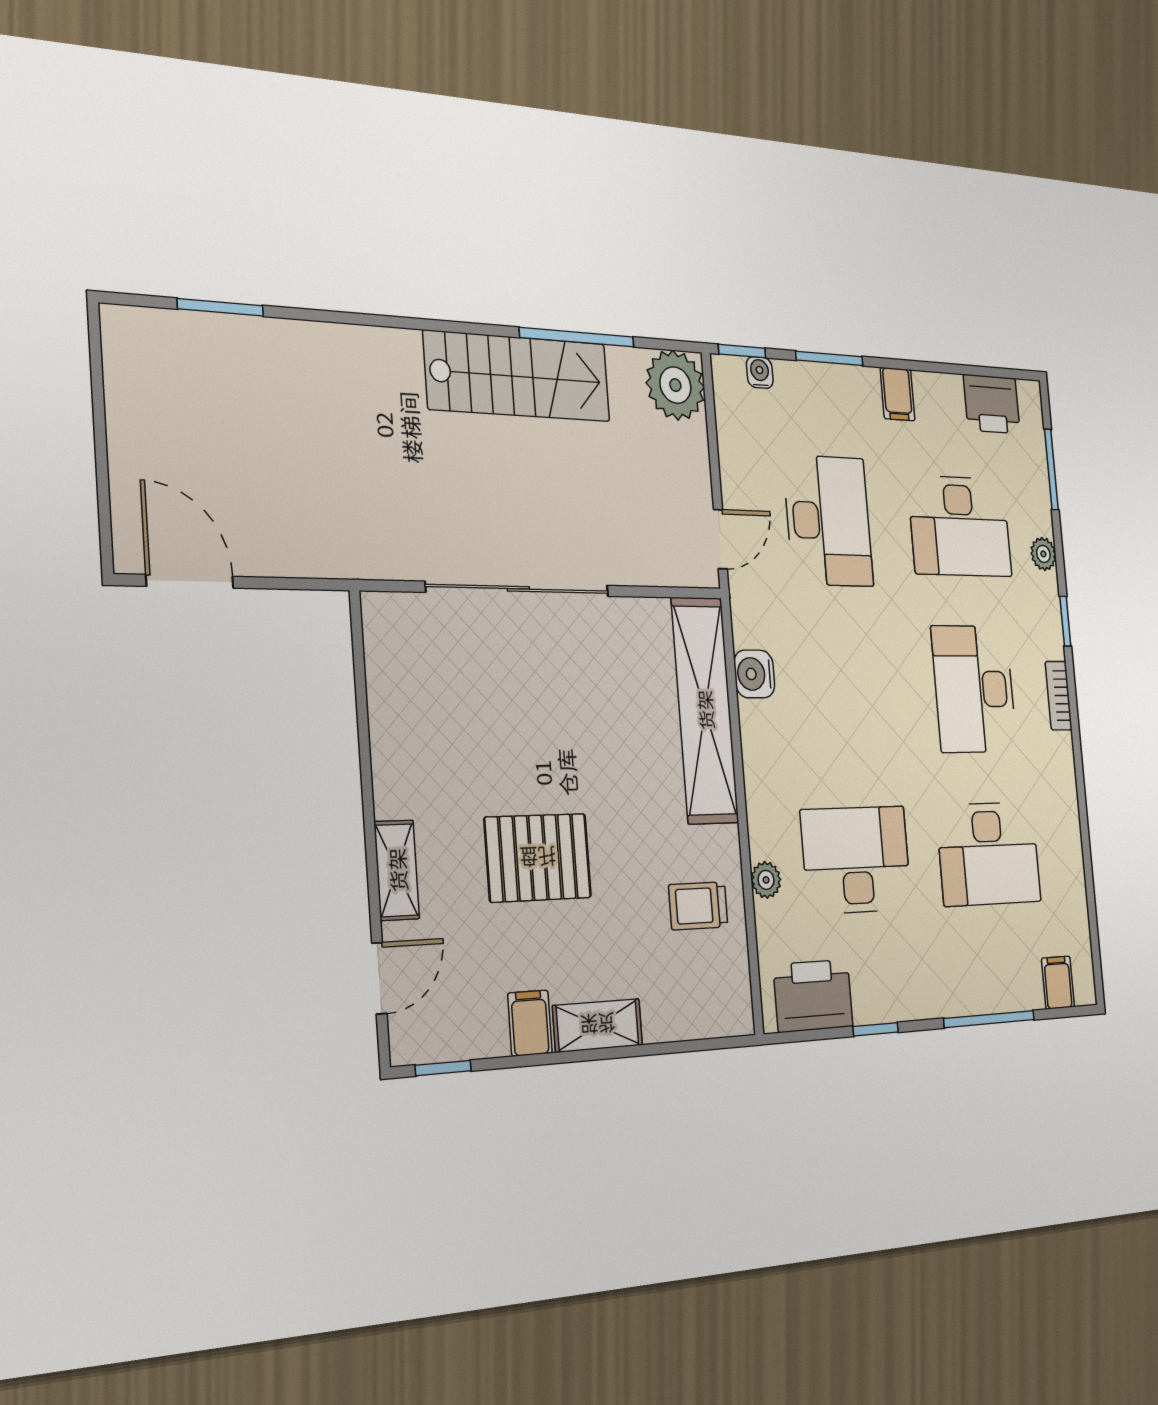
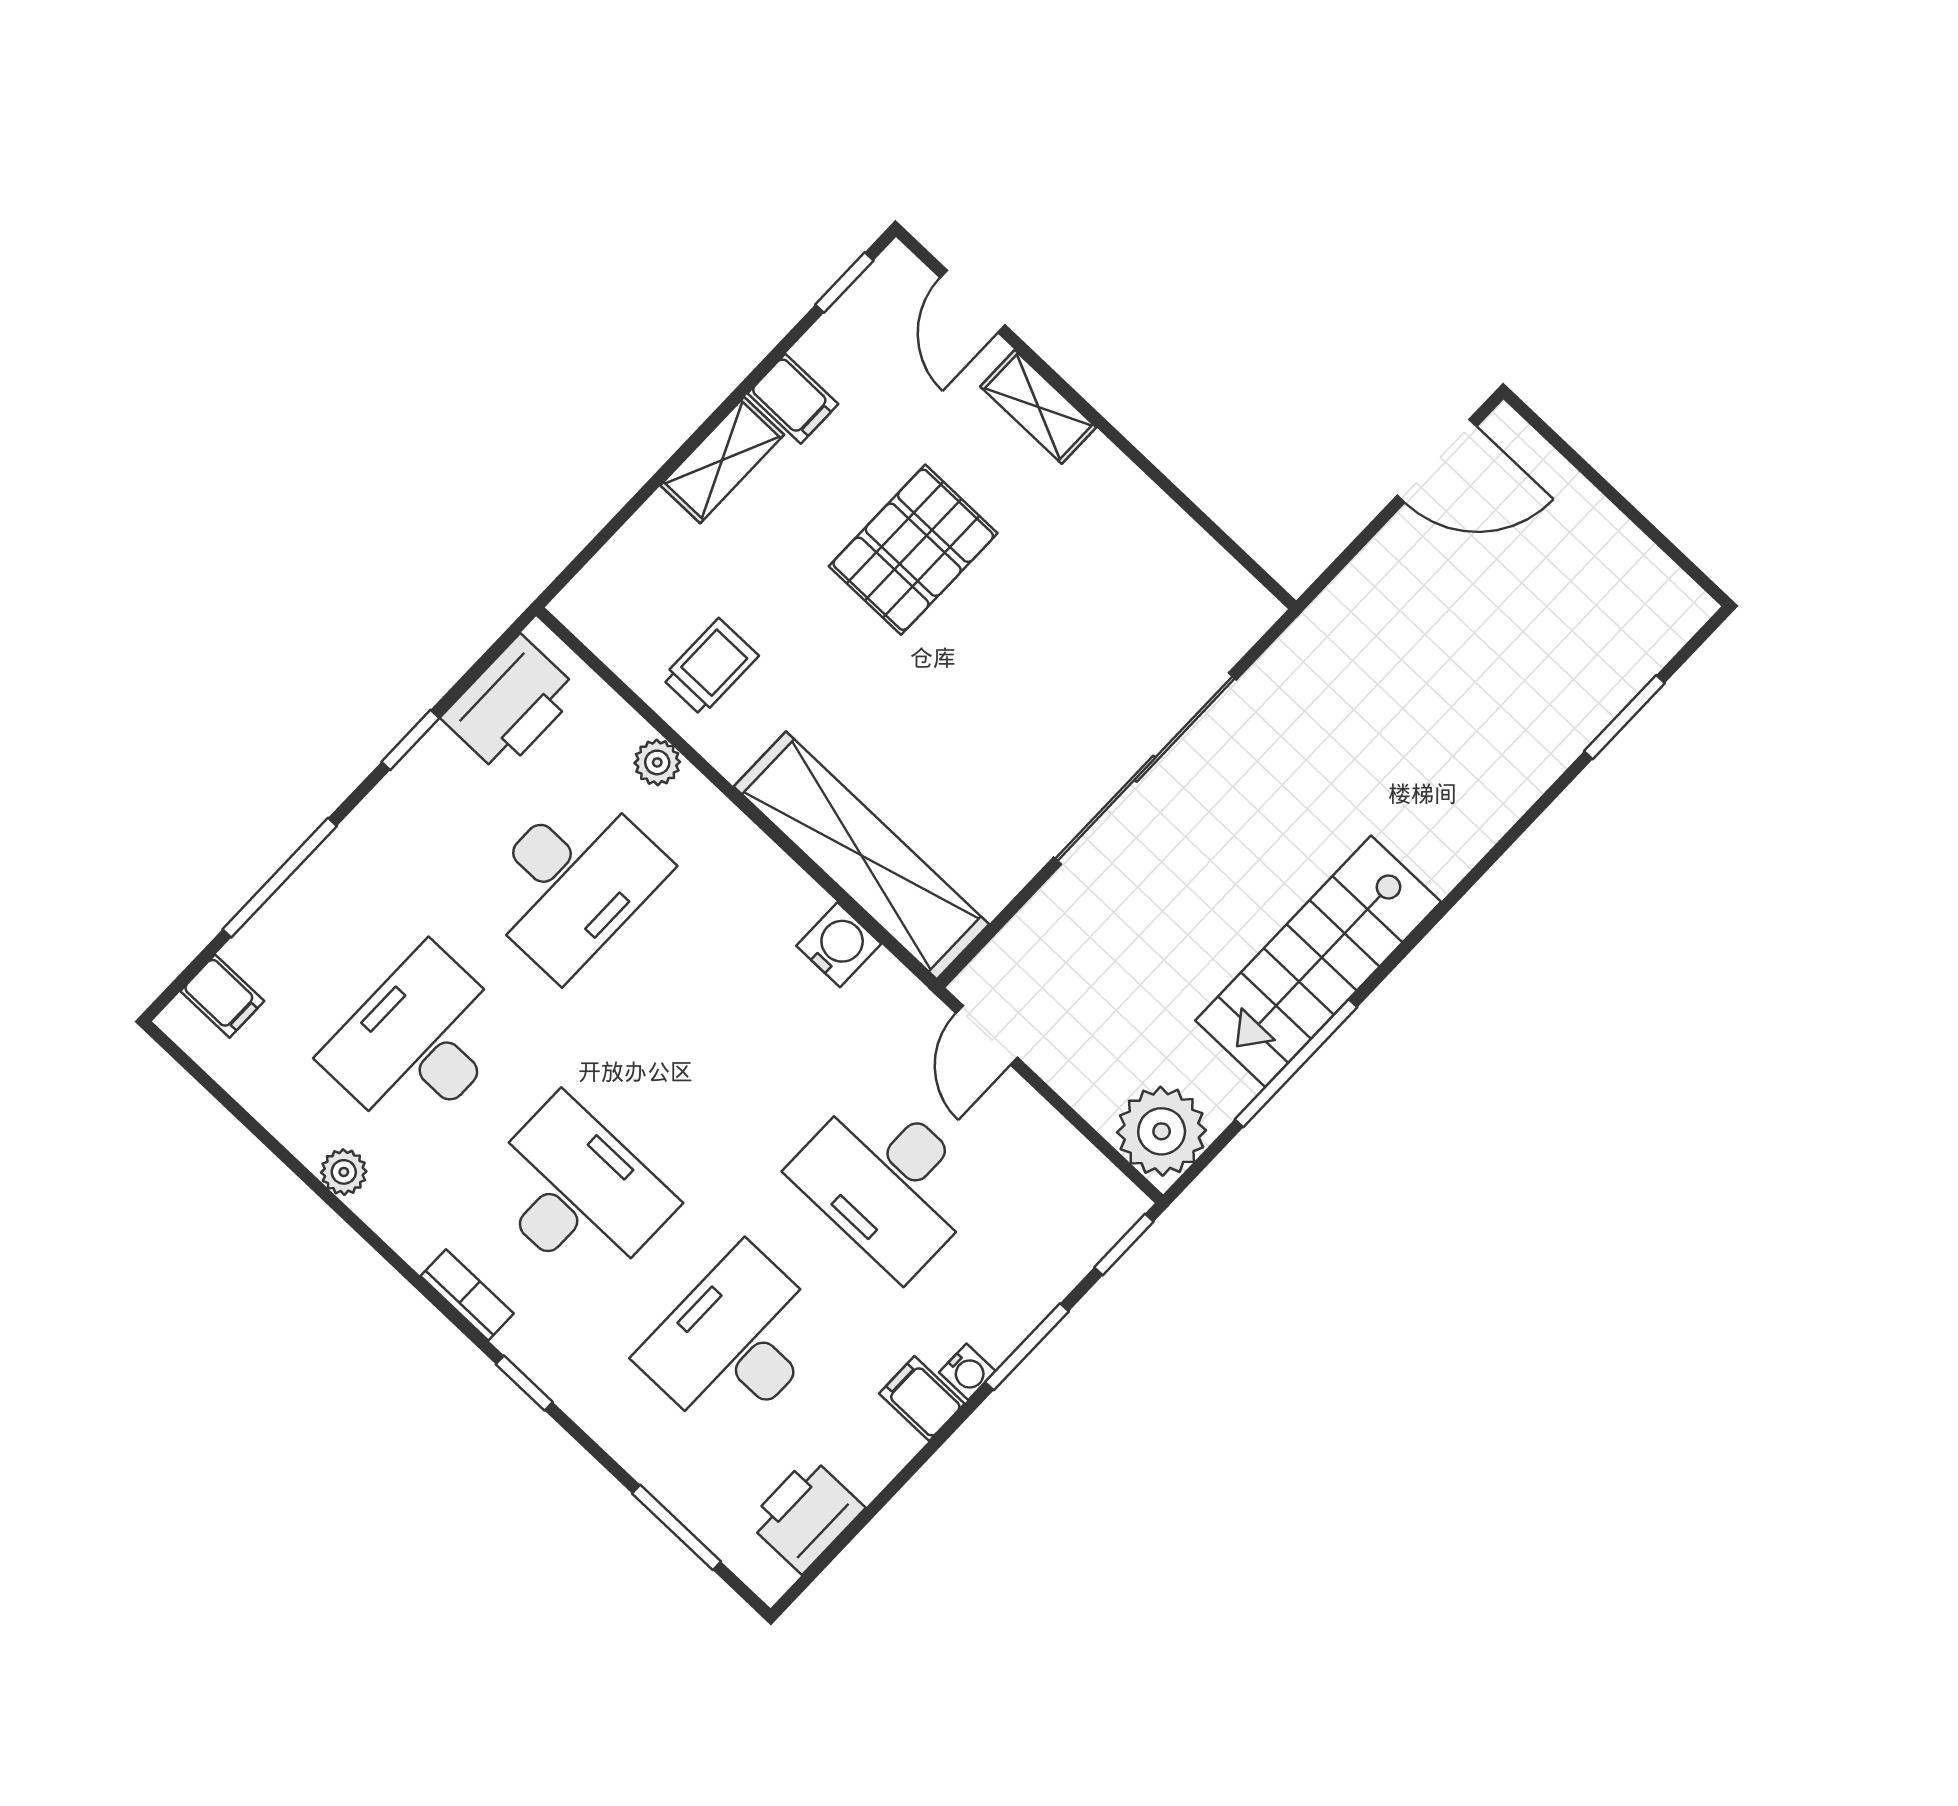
water cooler: (760, 373) -> (967, 1372), moved
plant: (1043, 554) -> (344, 1172), moved

